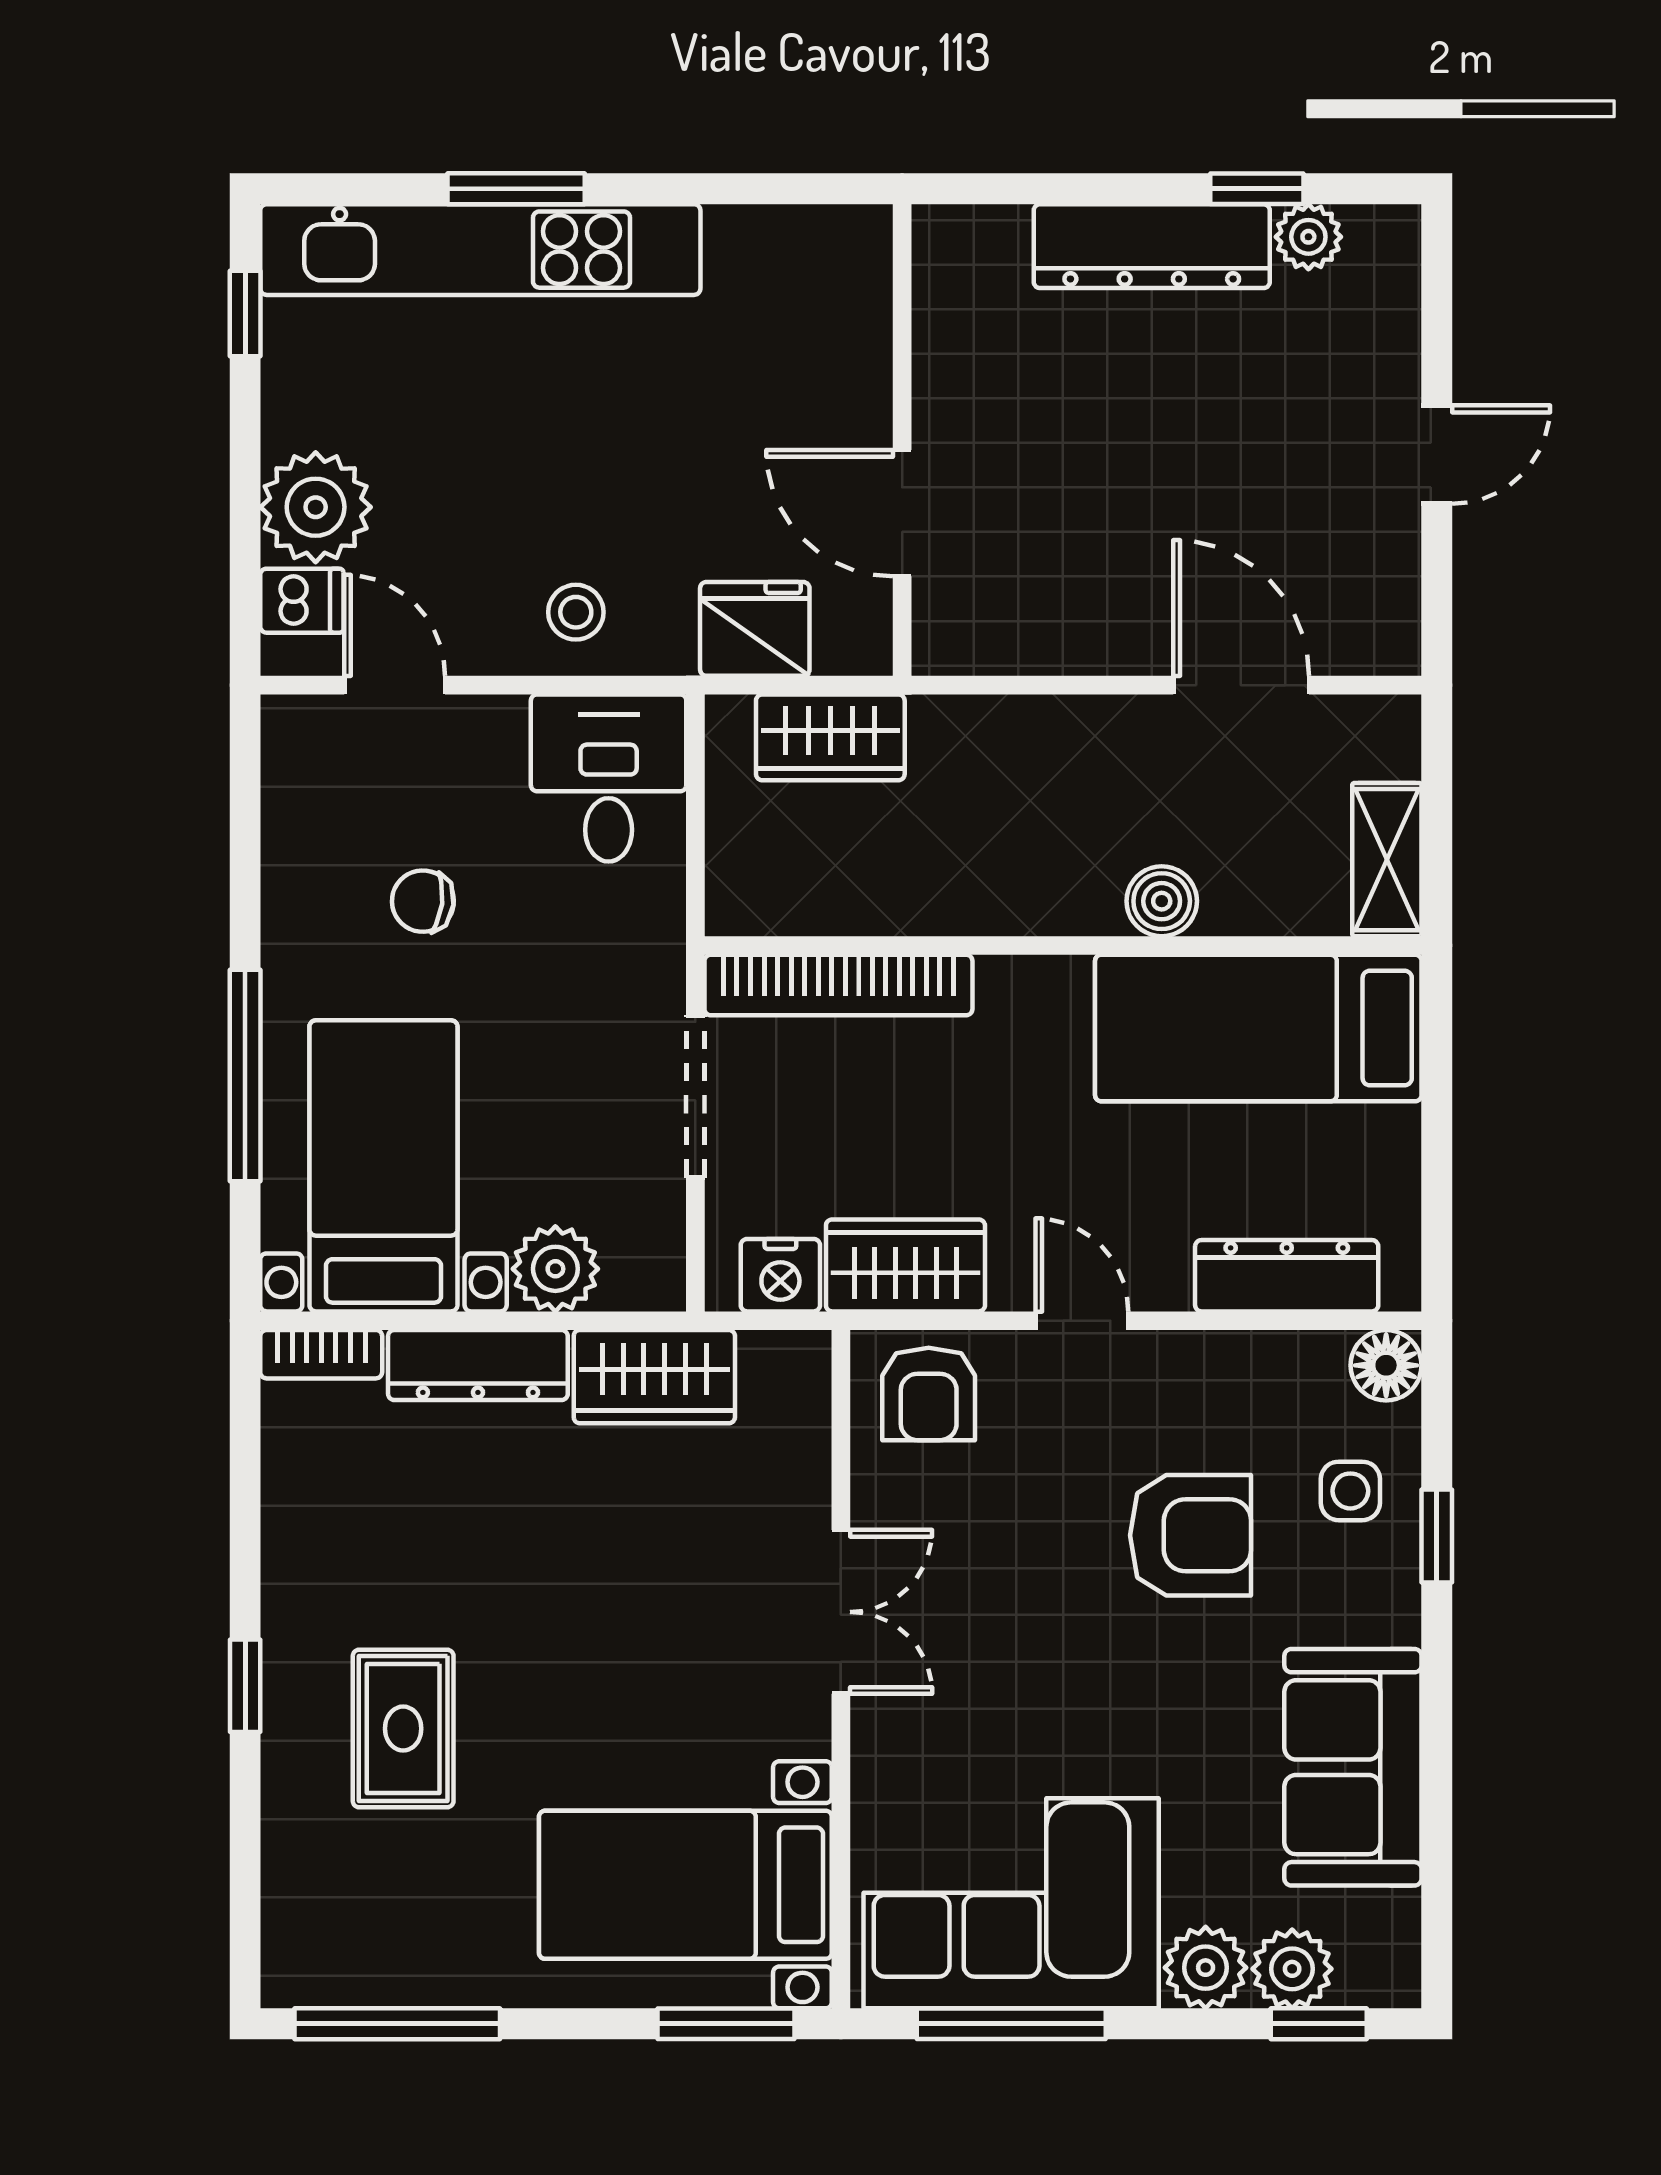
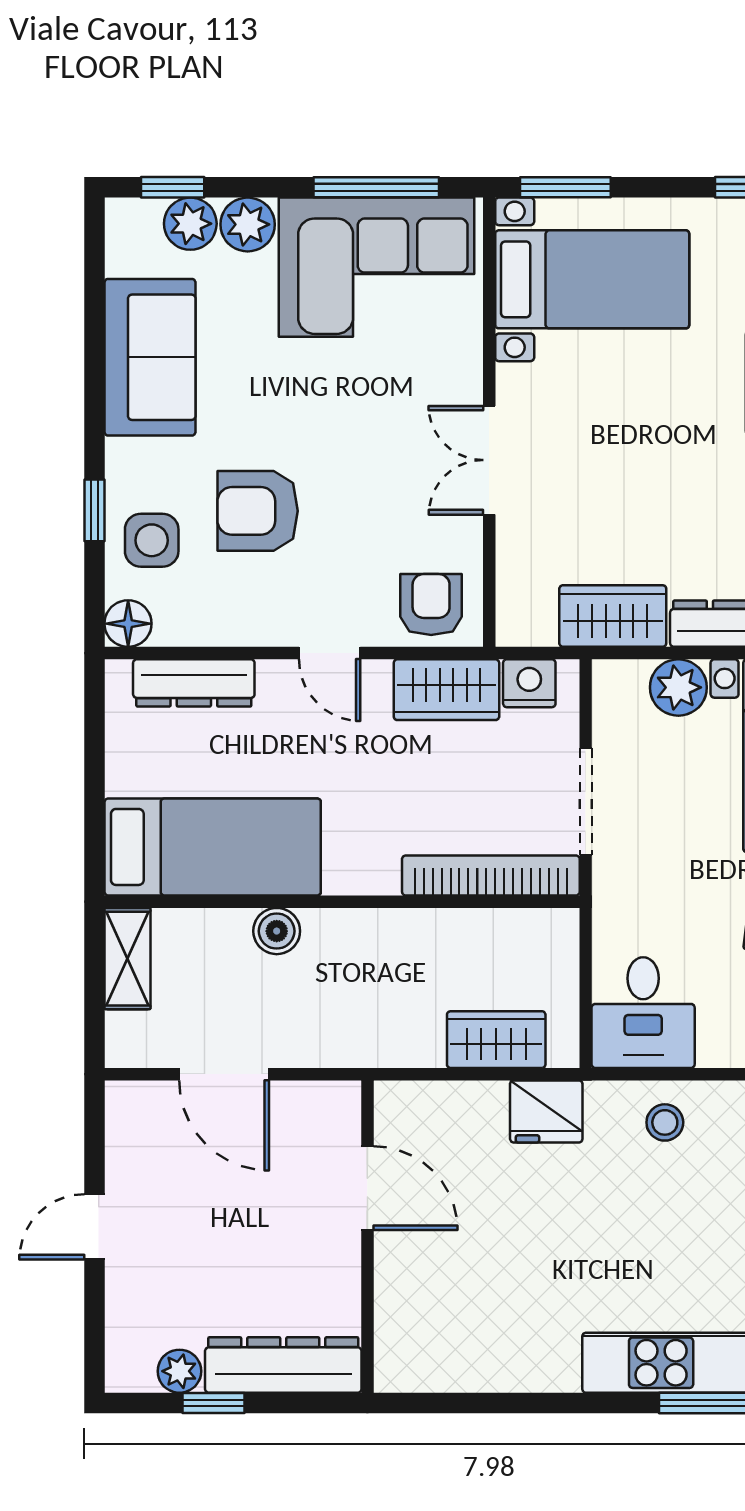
wall: (902, 440) -> (367, 1237), moved
door: (902, 513) -> (367, 1188), moved
side table: (1350, 1491) -> (152, 540), width x1.37, depth x1.37

